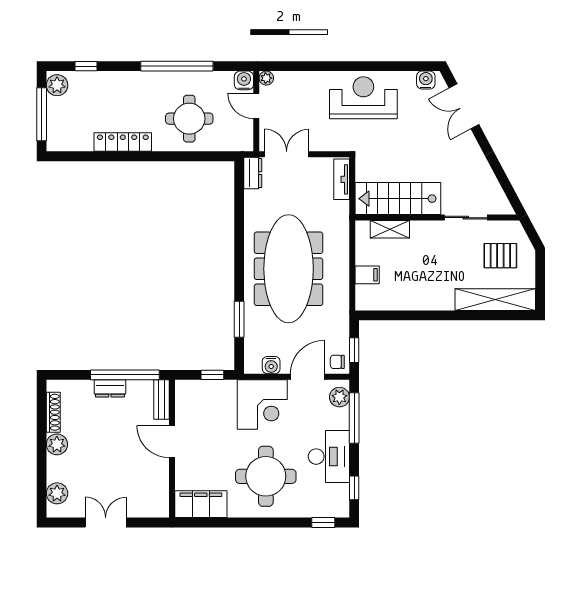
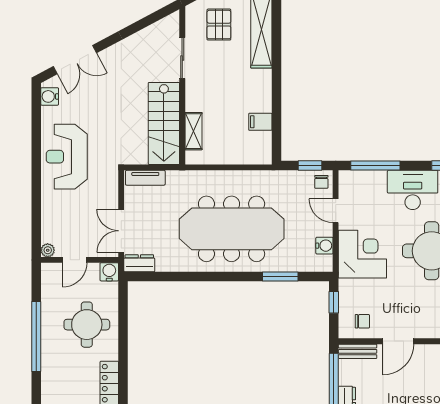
water cooler: (244, 80) -> (109, 272), moved, turned 90
filing cabinet: (367, 275) -> (260, 122), moved, turned -90
door: (307, 377) -> (336, 211), width x0.73
plant: (339, 397) -> (355, 180), removed
chair: (193, 404) -> (362, 321), added

